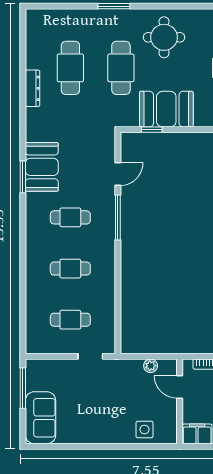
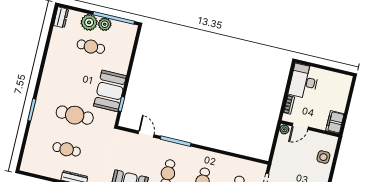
round table: (164, 37) -> (61, 81), removed
cafe table: (70, 68) -> (67, 149), width x0.73, depth x0.74
plant: (151, 366) -> (284, 129), moved

